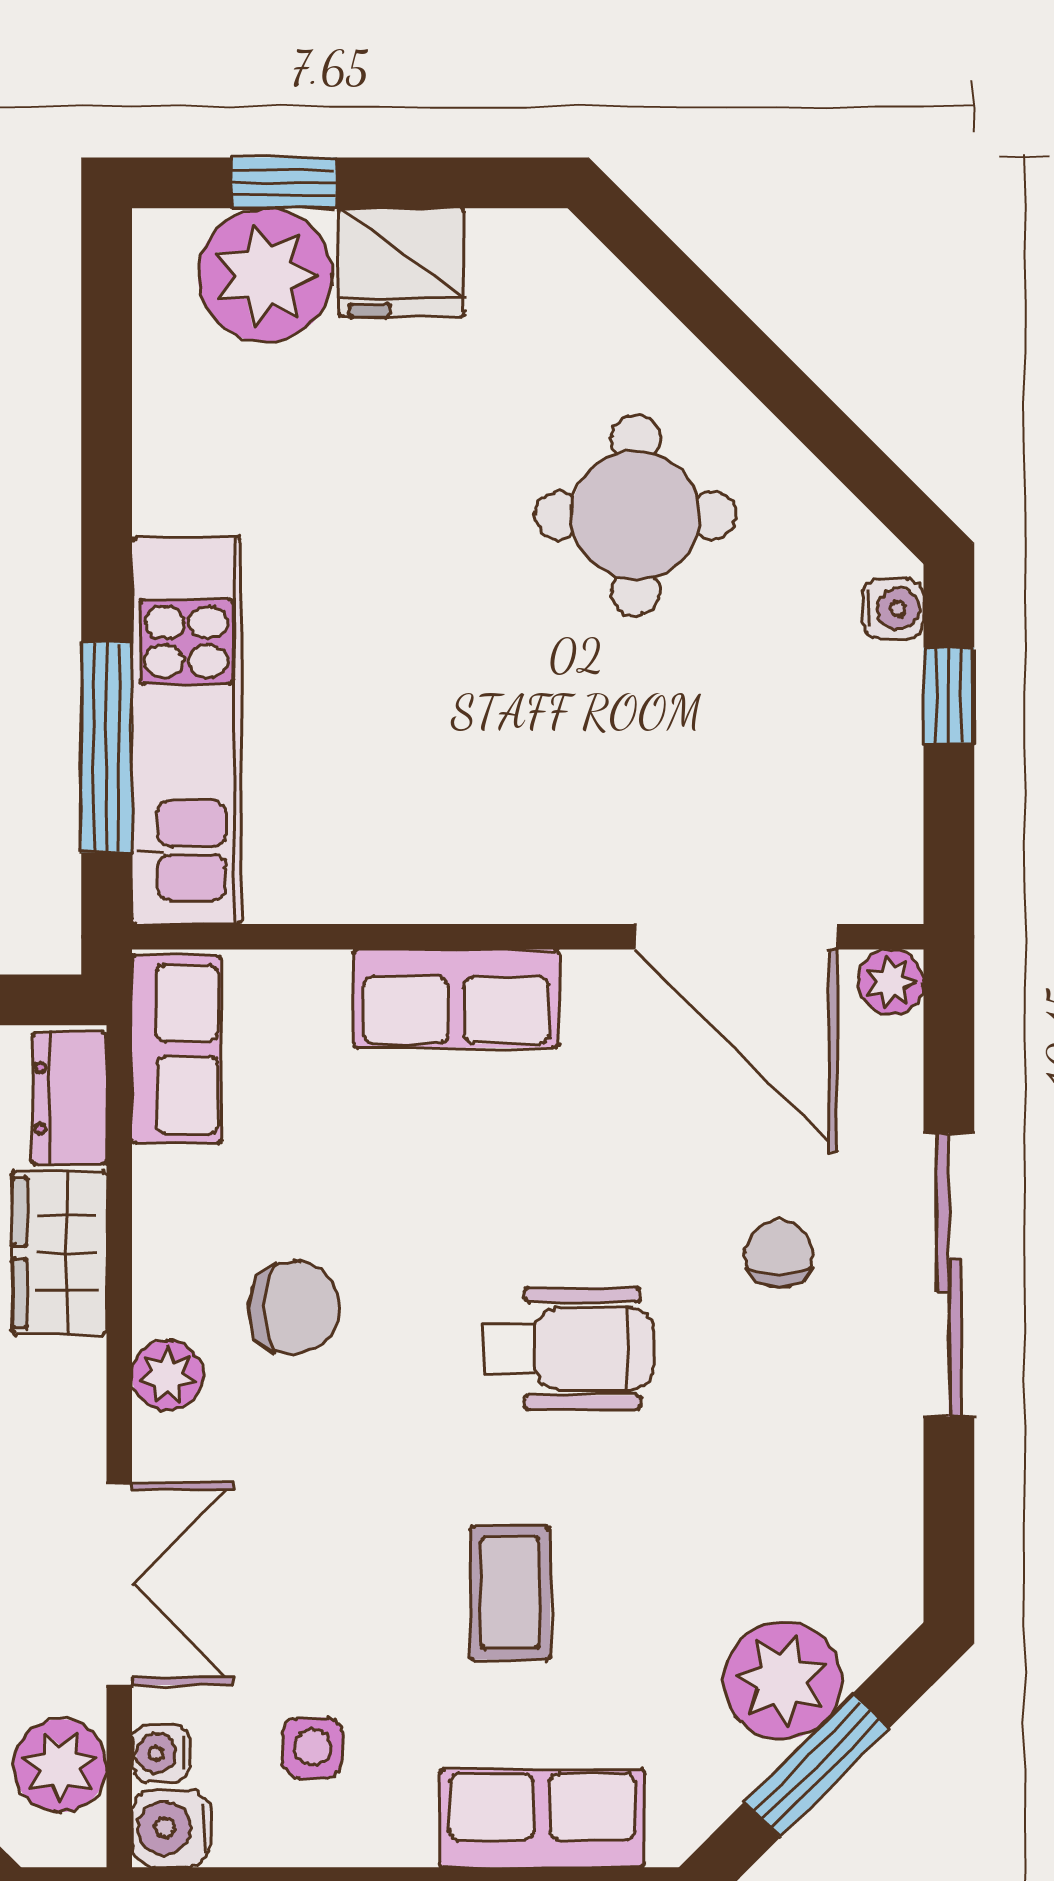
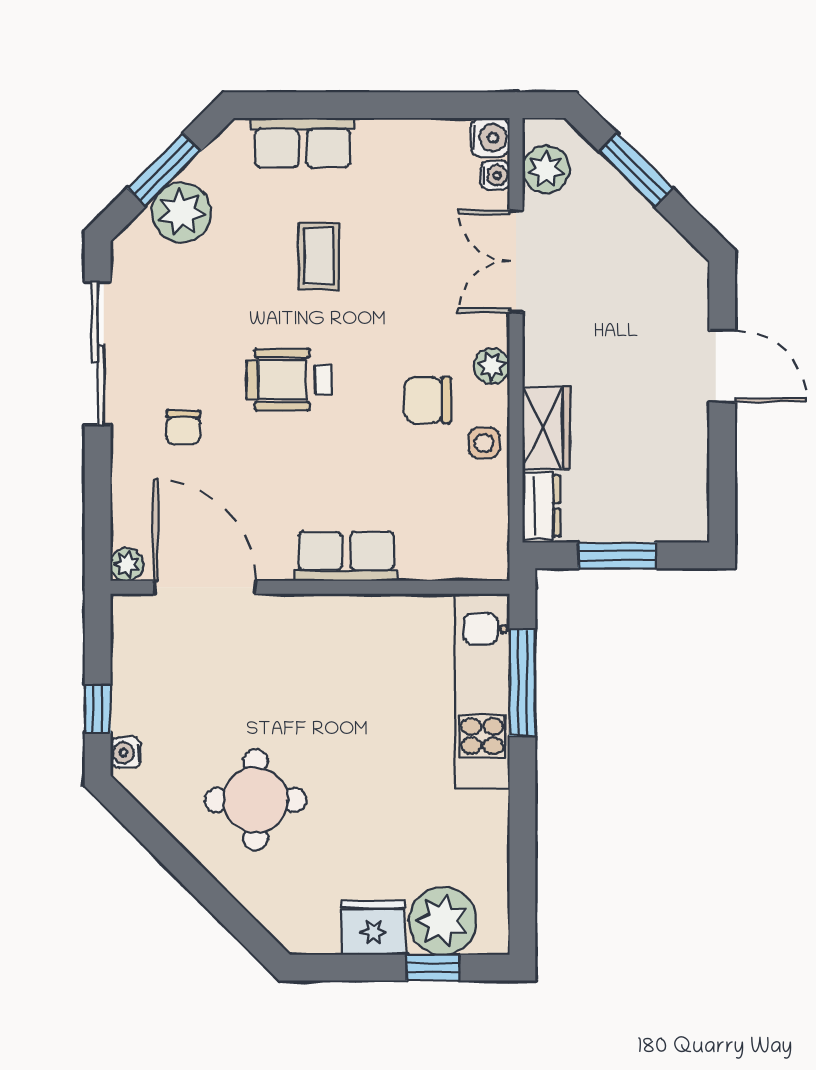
row of seats: (177, 1049) -> (487, 531), removed
sliding door: (949, 1275) -> (98, 353), moved
side table: (312, 1748) -> (484, 443), moved

